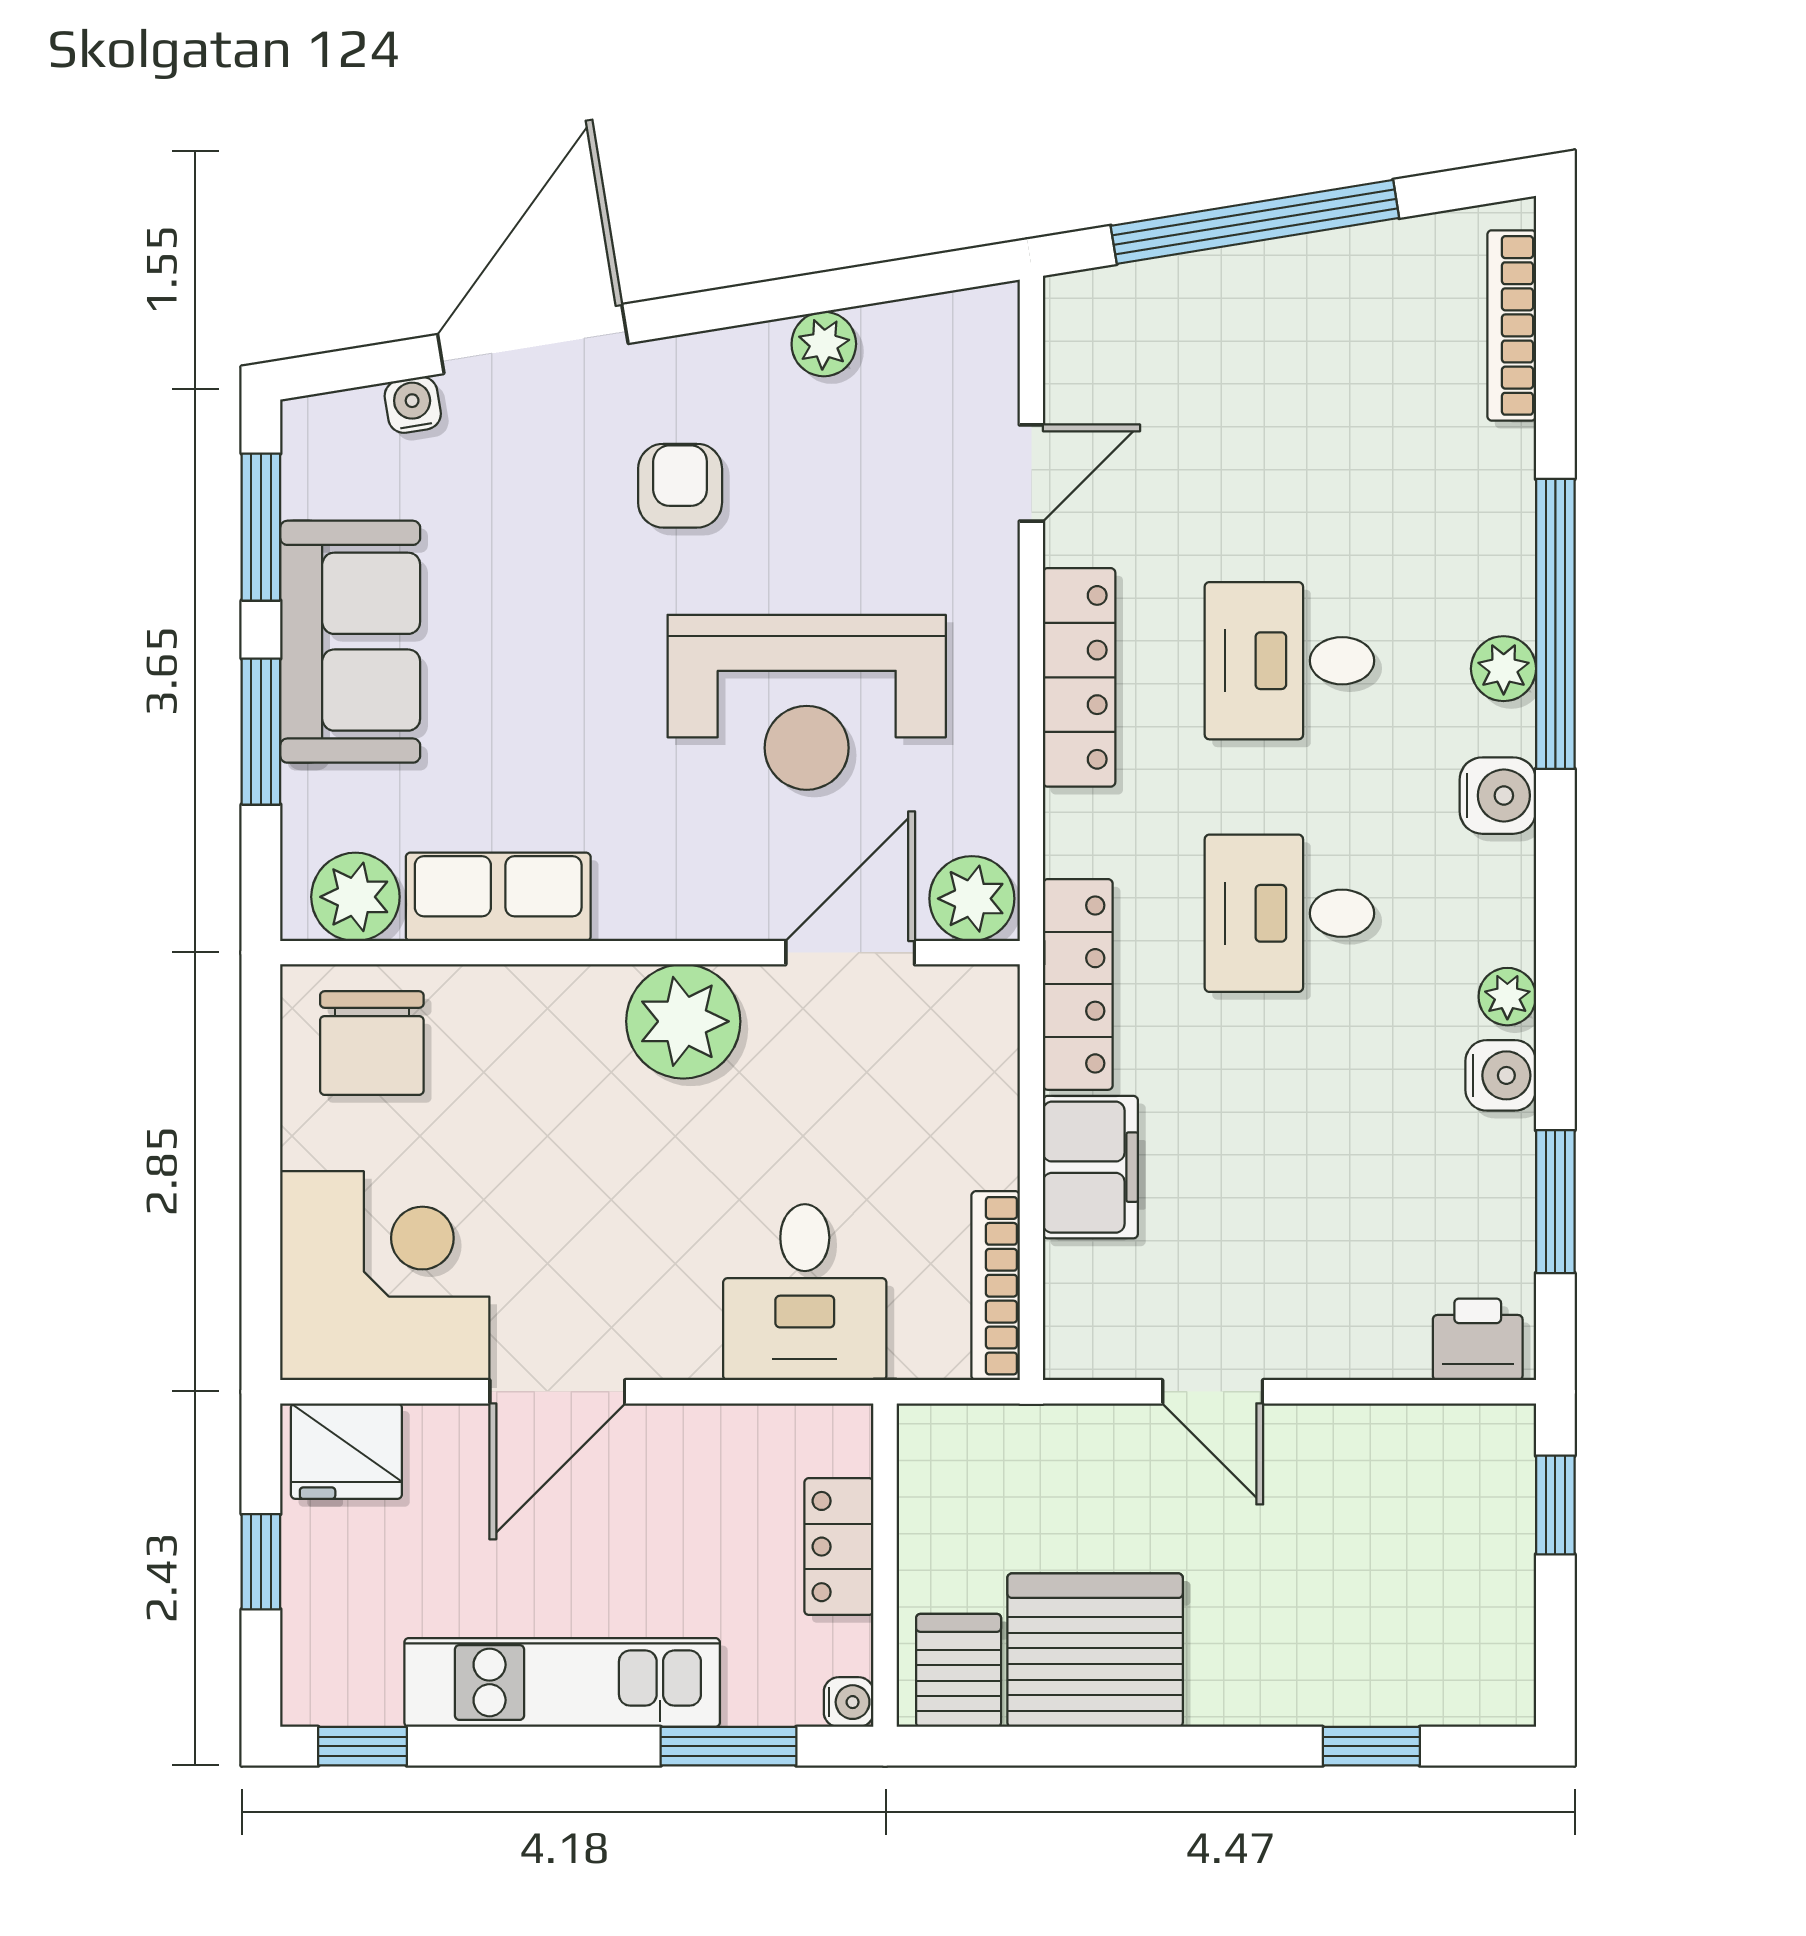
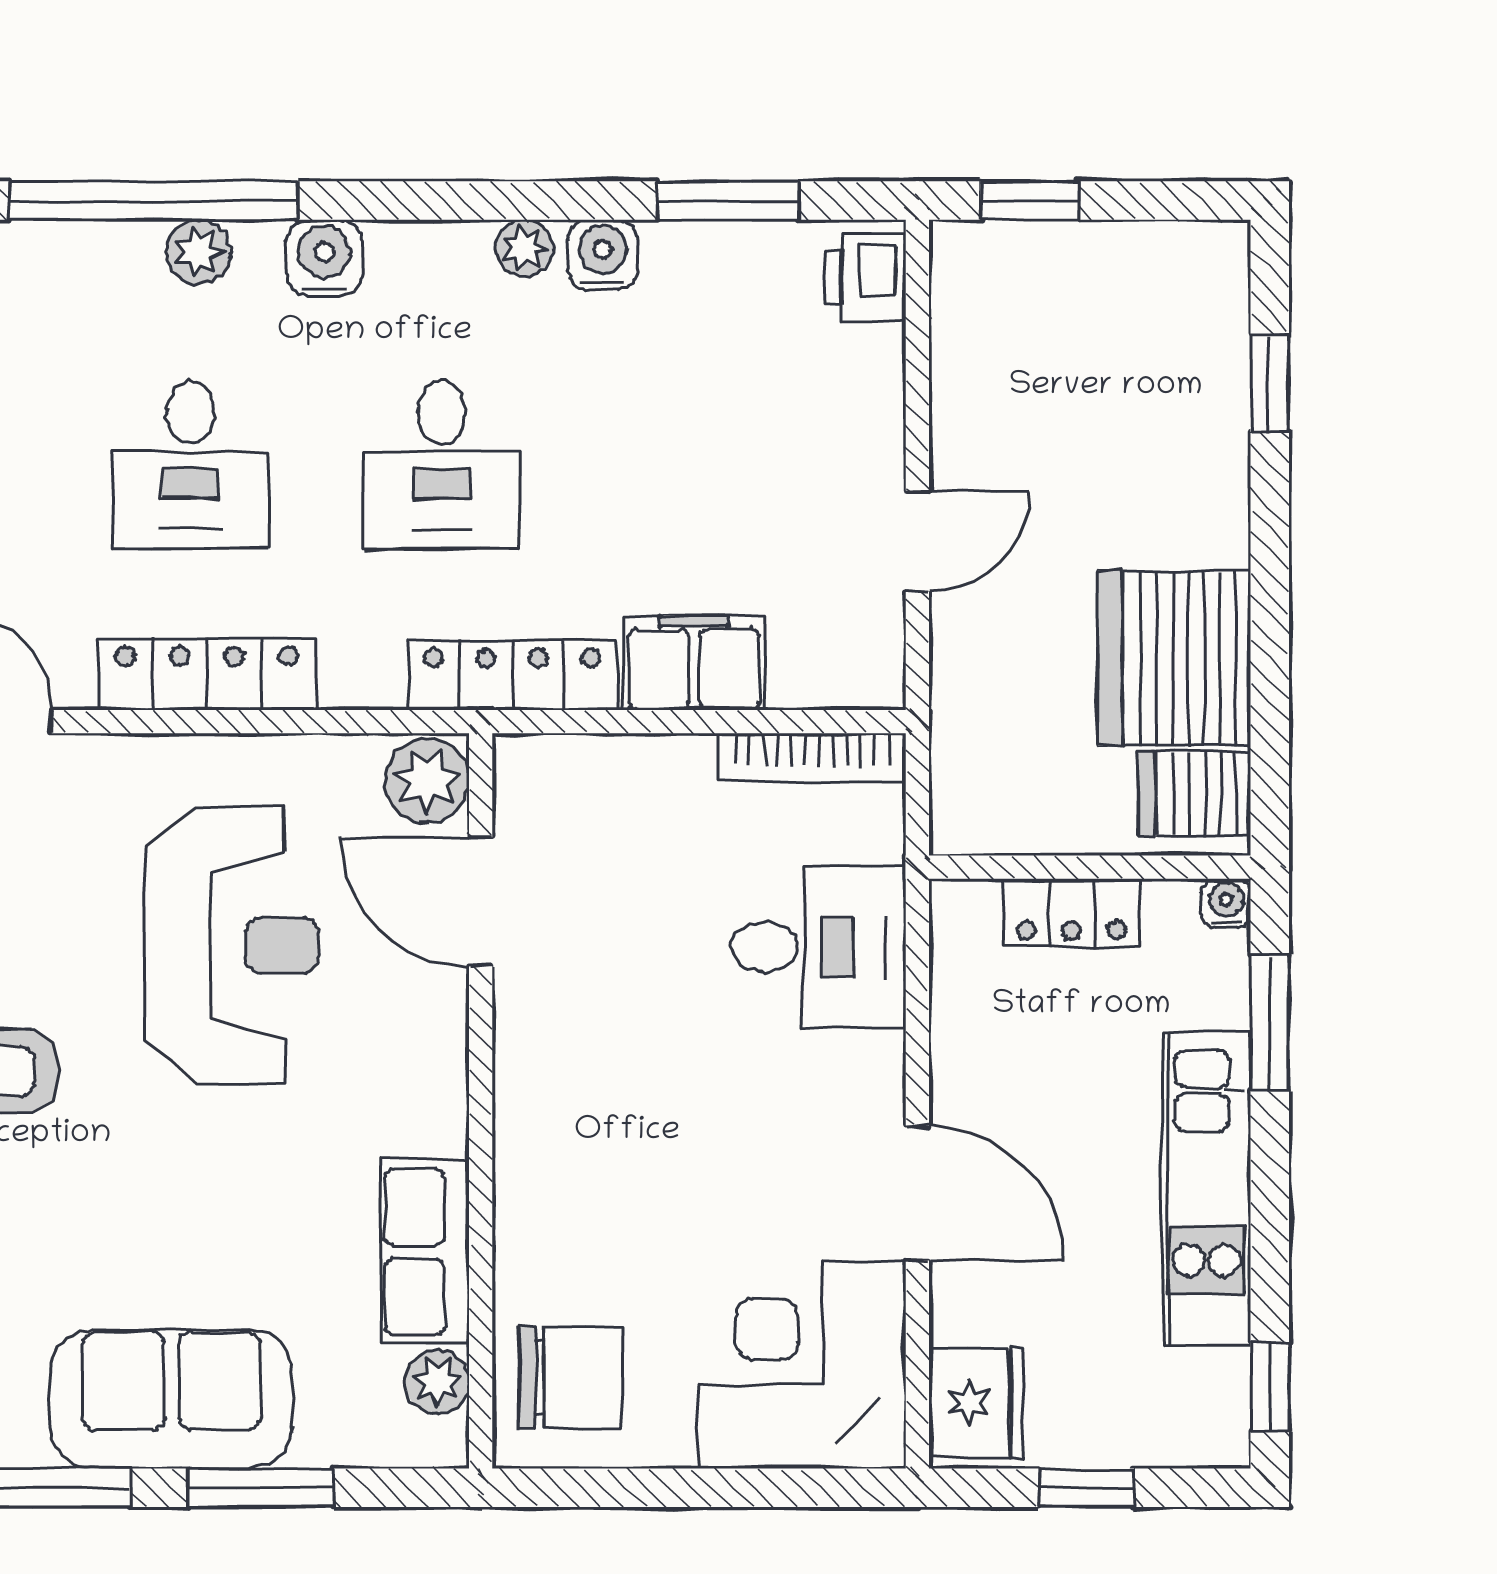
plant: (355, 897) -> (437, 1382), width x0.73, depth x0.73
plant: (683, 1021) -> (549, 1068), removed

